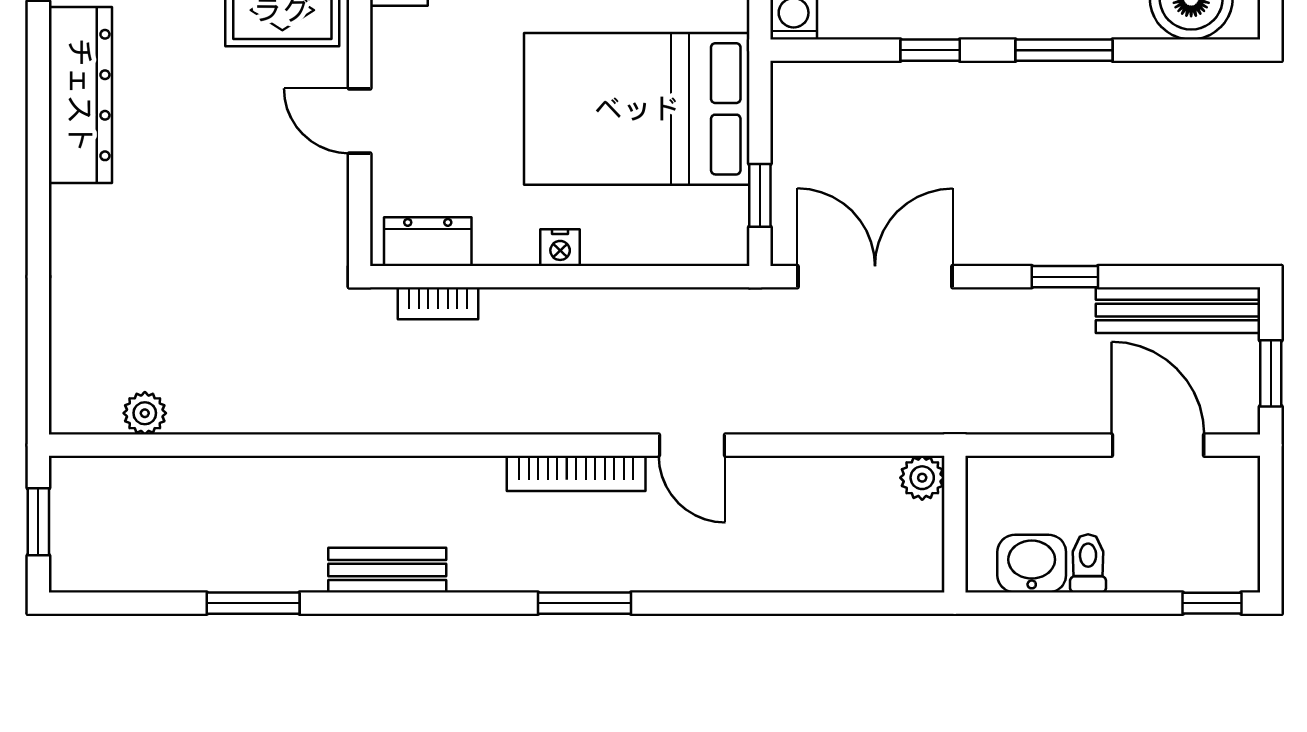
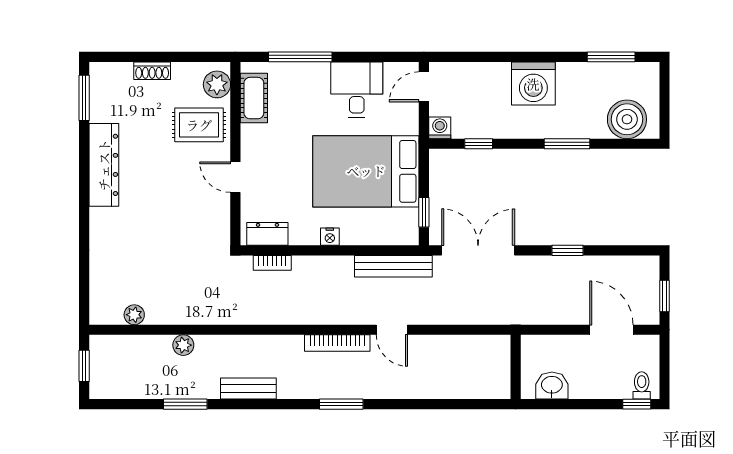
window: (930, 50) -> (479, 144), moved
bench: (1178, 310) -> (393, 266), moved
plant: (922, 478) -> (183, 345), moved
toilet: (1088, 563) -> (642, 385), moved

